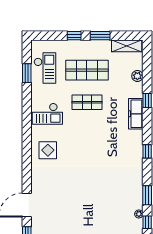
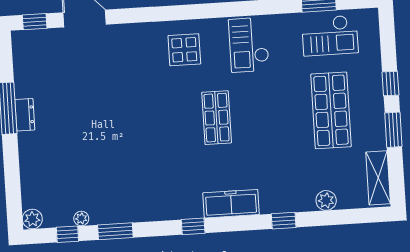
shop shelf: (87, 102) -> (217, 118), moved
freezer: (136, 114) -> (231, 204), moved

